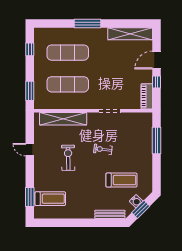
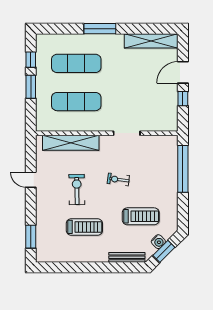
window: (30, 91) -> (31, 87), moved
piano: (147, 96) -> (171, 116), removed
window: (157, 140) -> (183, 169), width x1.46
treadmill: (50, 199) -> (84, 227), moved

